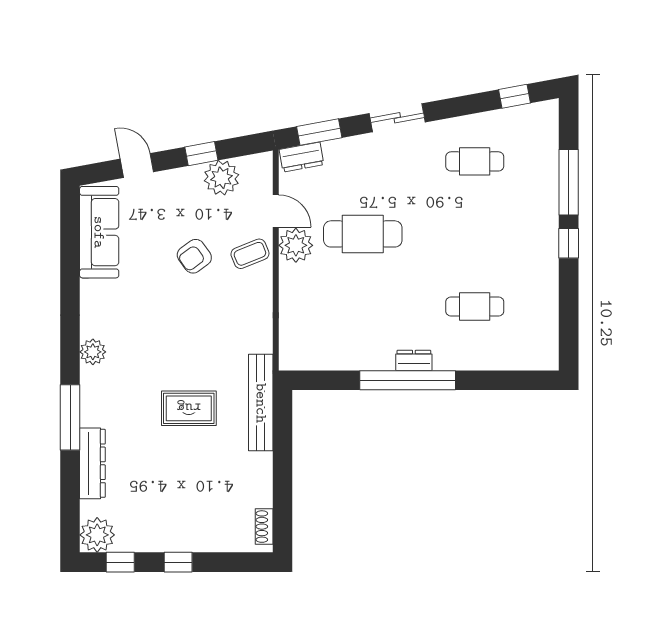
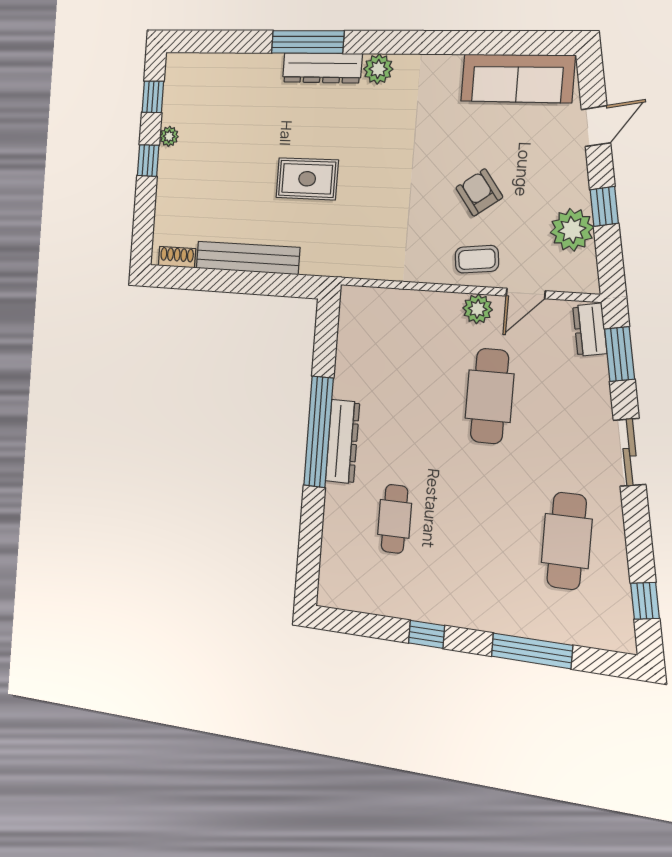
cafe table: (475, 161) -> (567, 541), width x1.37, depth x1.35
window: (569, 243) -> (427, 634), moved
plant: (296, 245) -> (478, 309), width x0.73, depth x0.73
coffee table: (250, 254) -> (477, 259), turned -75
dresser: (414, 360) -> (343, 442), width x1.96, depth x1.24
bench: (261, 403) -> (247, 258), moved
rug: (189, 408) -> (307, 179), turned 90
dresser: (92, 463) -> (322, 68), moved
plant: (97, 535) -> (169, 136), moved, width x0.53, depth x0.53

